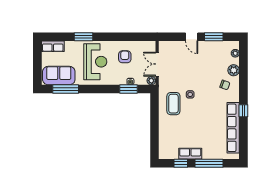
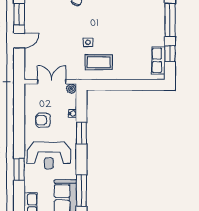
reception desk: (95, 62) -> (49, 155), turned 180
double door: (157, 64) -> (52, 82), swing flipped
window: (129, 89) -> (81, 133), moved
row of seats: (190, 154) -> (158, 60), moved

